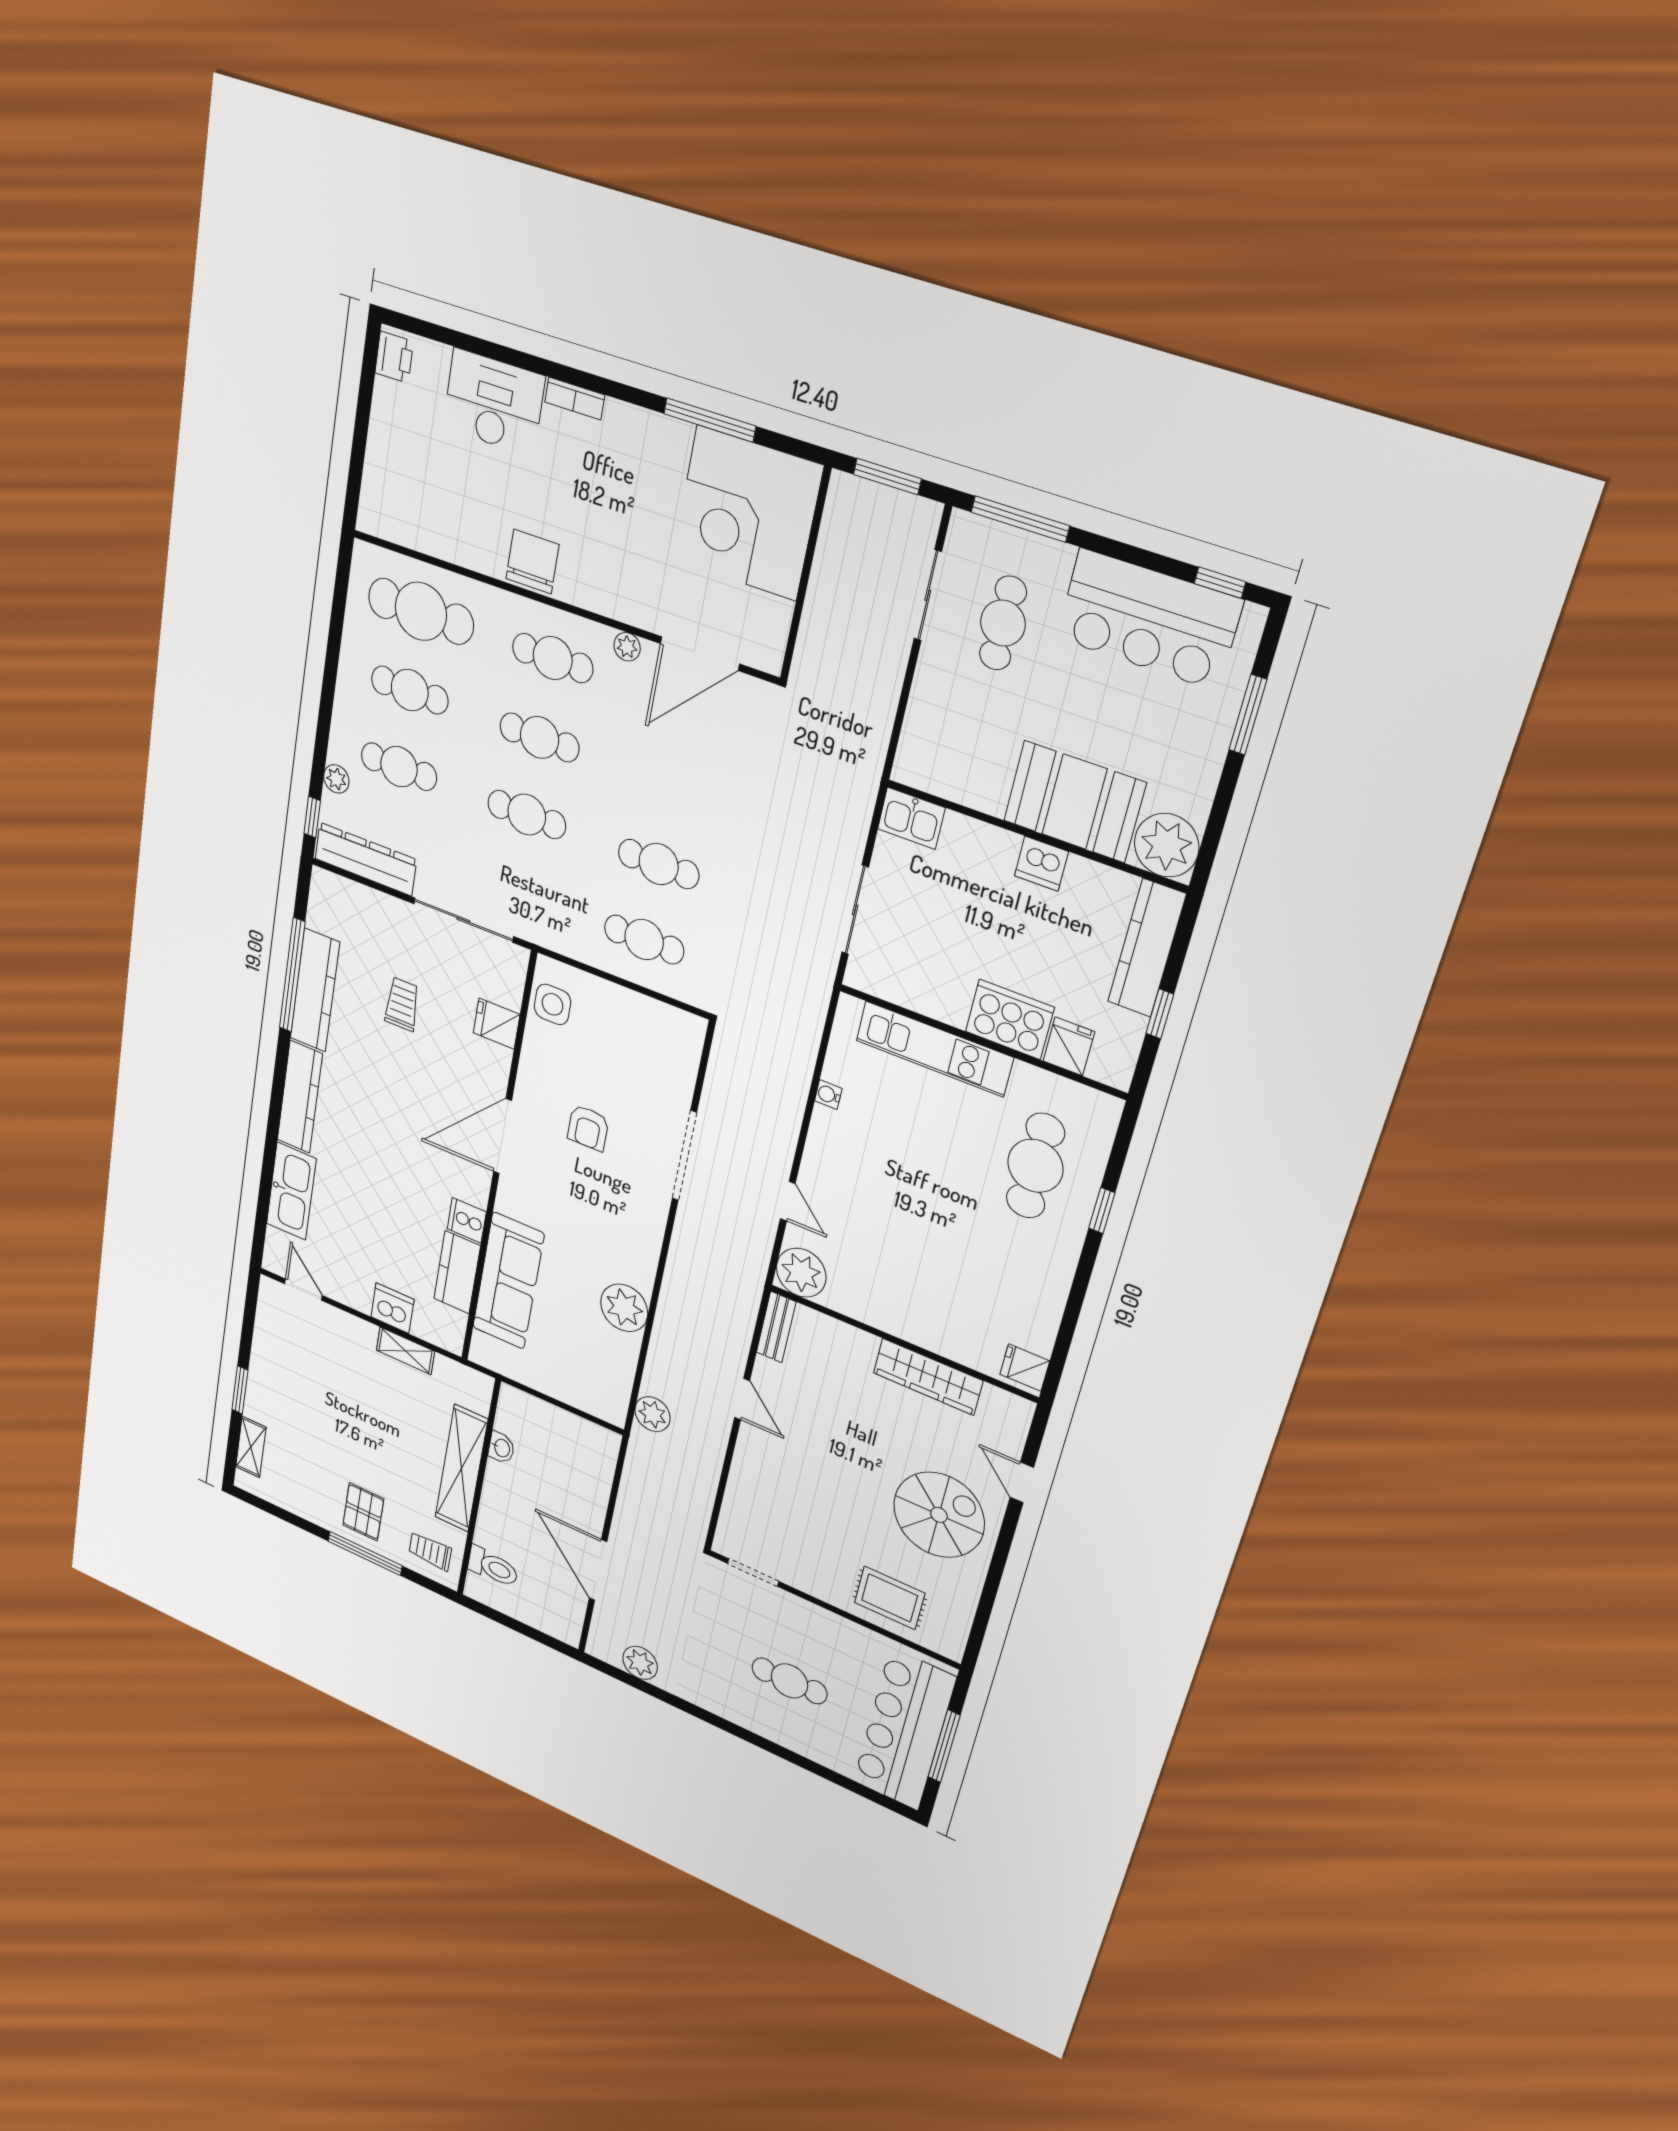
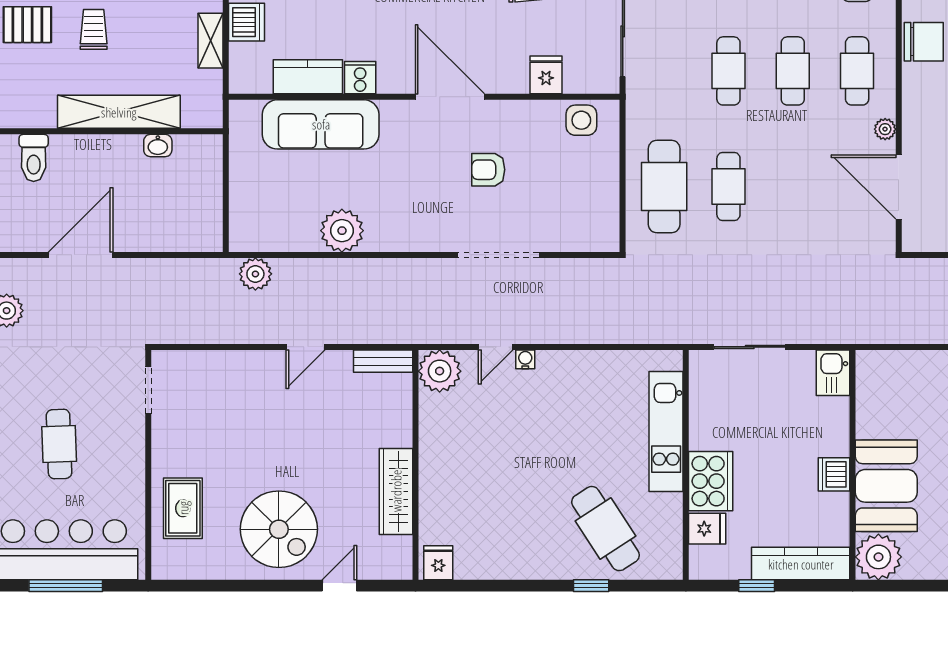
cafe table: (644, 940) -> (664, 186), width x1.37, depth x1.35
water cooler: (828, 1095) -> (525, 359), moved
cafe table: (1035, 1166) -> (605, 529), turned 57
trolley: (430, 1551) -> (94, 29), moved

